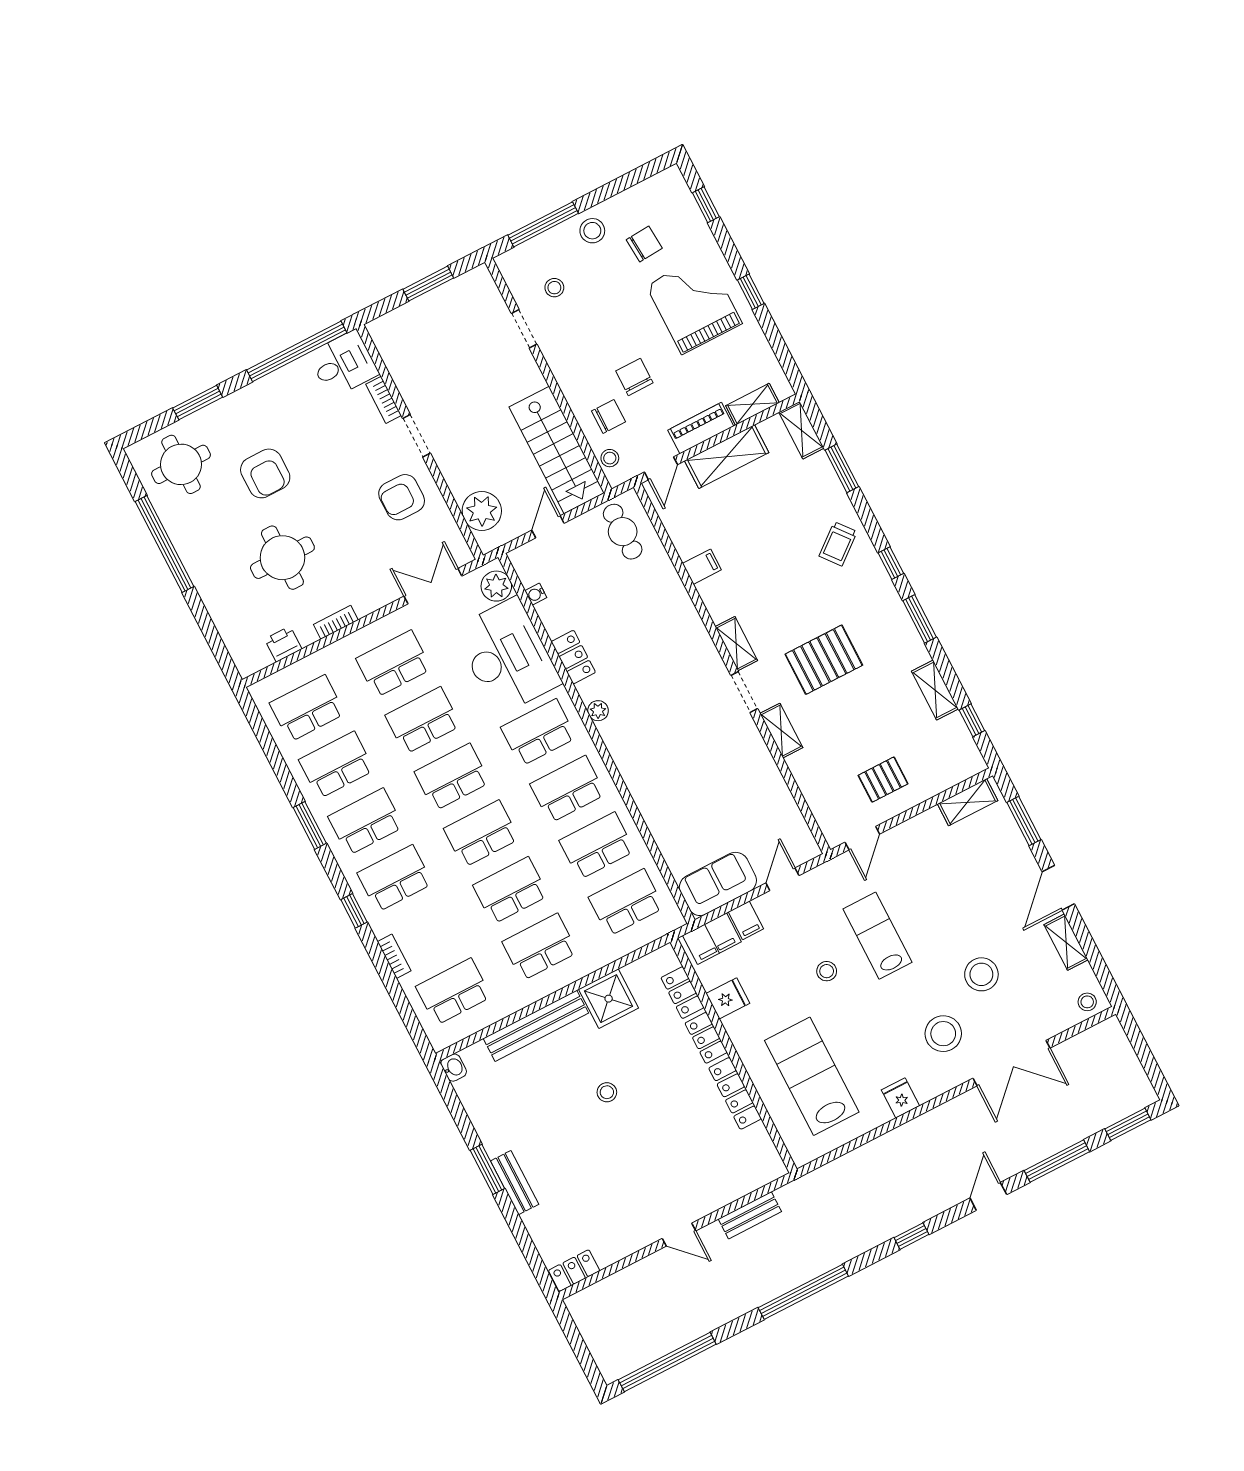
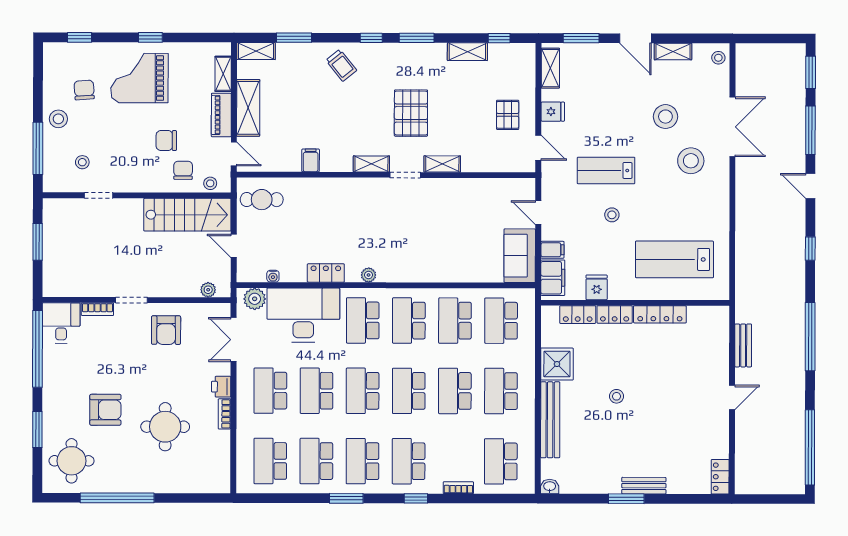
plant: (482, 511) -> (208, 290), width x0.53, depth x0.53
printer: (283, 644) -> (221, 387), moved
fridge: (900, 1098) -> (553, 112), moved, turned 180

